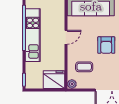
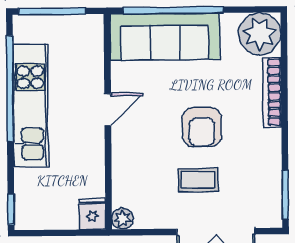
coffee table: (84, 67) -> (198, 180), moved
fridge: (54, 80) -> (92, 214), width x0.53, depth x0.75

